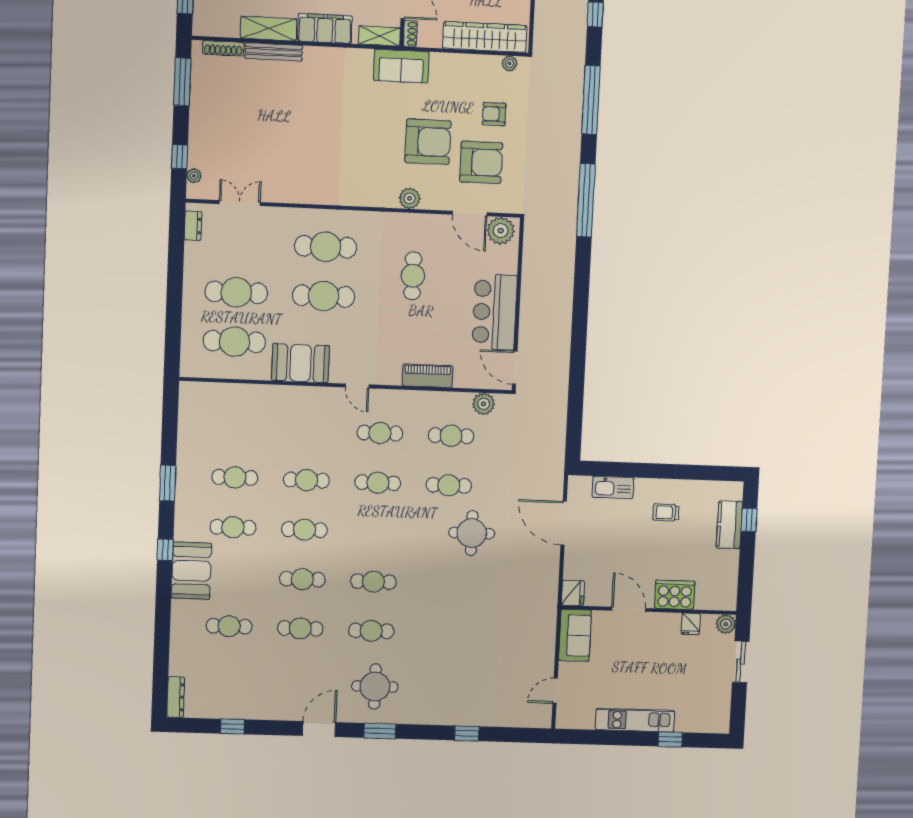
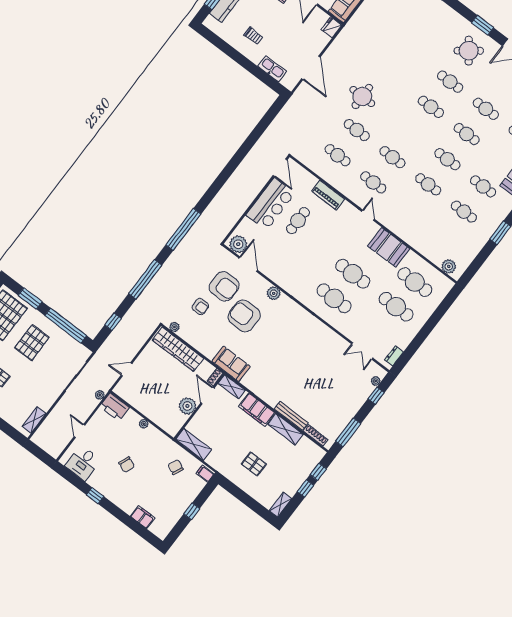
armchair: (481, 162) -> (224, 286), turned 180
cafe table: (413, 276) -> (298, 221), moved
plant: (484, 404) -> (449, 266), moved
round table: (375, 686) -> (469, 51), turned -37

